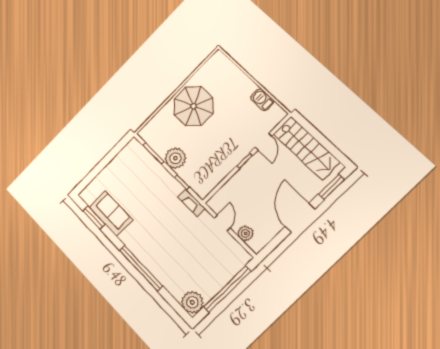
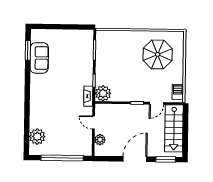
barbecue: (262, 100) -> (178, 92), moved
parasol: (194, 106) -> (158, 54), moved
plant: (175, 158) -> (103, 93), moved
door: (222, 223) -> (94, 123), swing flipped
window: (141, 268) -> (27, 103), removed
plant: (192, 302) -> (37, 137), moved

